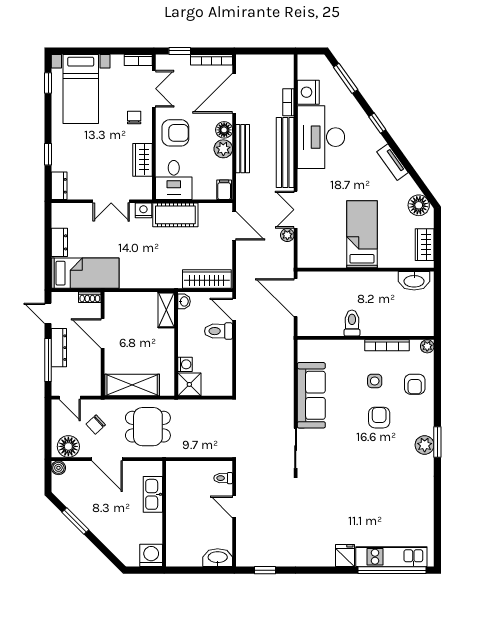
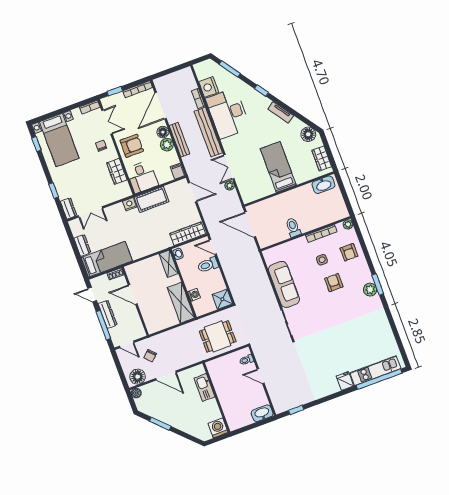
double door: (111, 201) -> (90, 212), moved
shower: (189, 384) -> (222, 299), moved
shelving: (132, 385) -> (181, 303), moved, turned 90
dining table: (148, 427) -> (218, 336), moved

